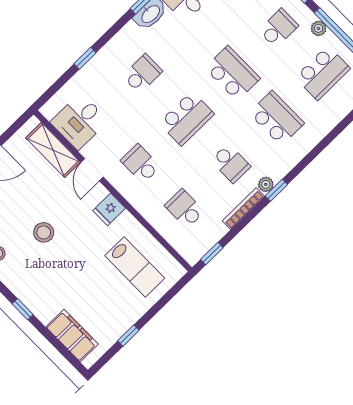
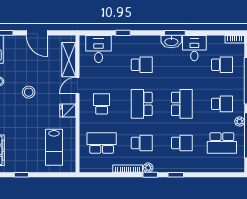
school desk: (187, 118) -> (142, 104), turned 90
school desk: (277, 118) -> (182, 143), width x0.54
desk: (79, 121) -> (99, 49), moved, turned 90
school desk: (231, 163) -> (142, 143), turned -90
school desk: (185, 209) -> (102, 143), width x1.85
window: (212, 254) -> (176, 175), moved

